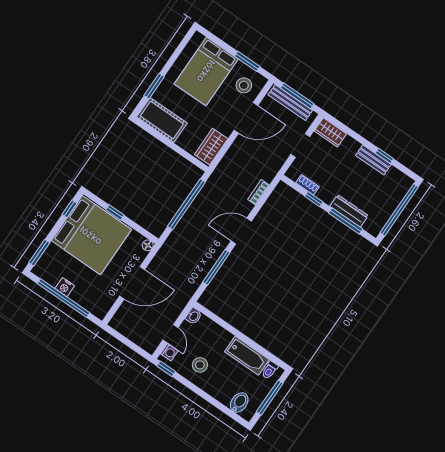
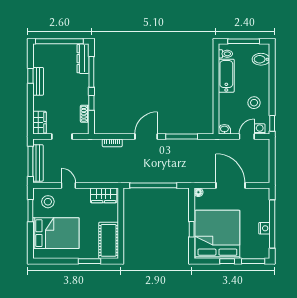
door: (246, 118) -> (68, 185), width x0.53
window: (69, 209) -> (227, 261), moved
dresser: (349, 211) -> (83, 59), moved
door: (241, 231) -> (146, 137), swing flipped

